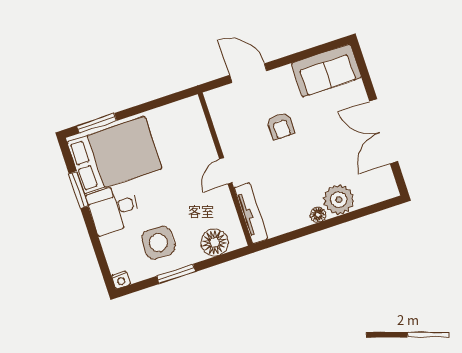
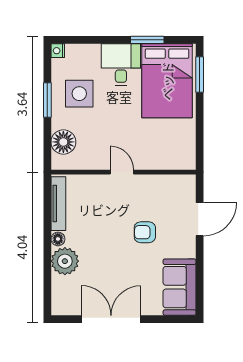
tv unit: (251, 213) -> (58, 204), moved, turned -90

